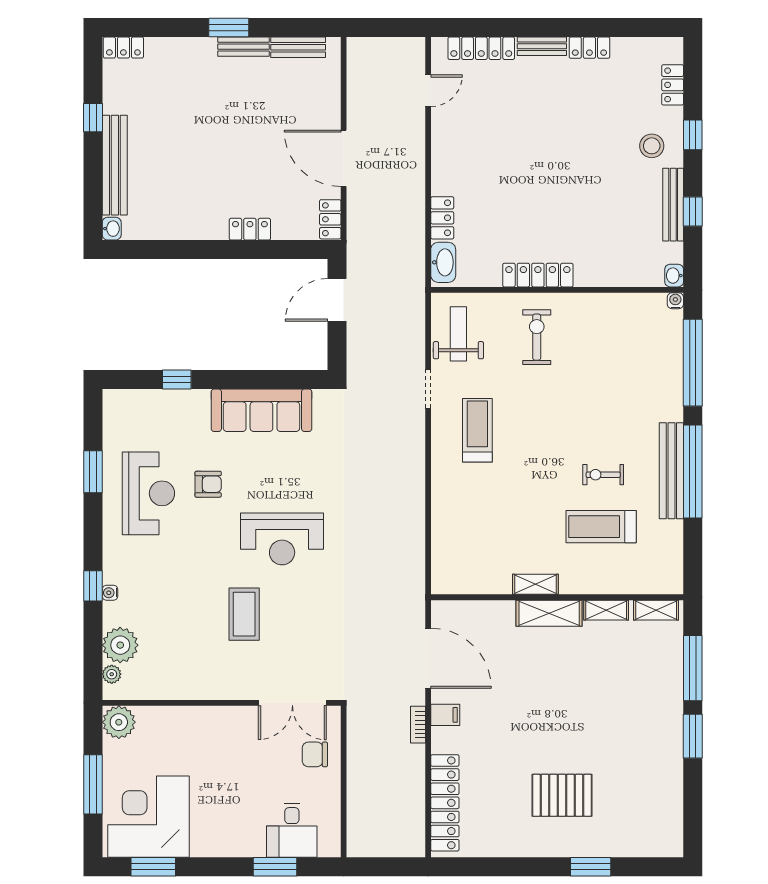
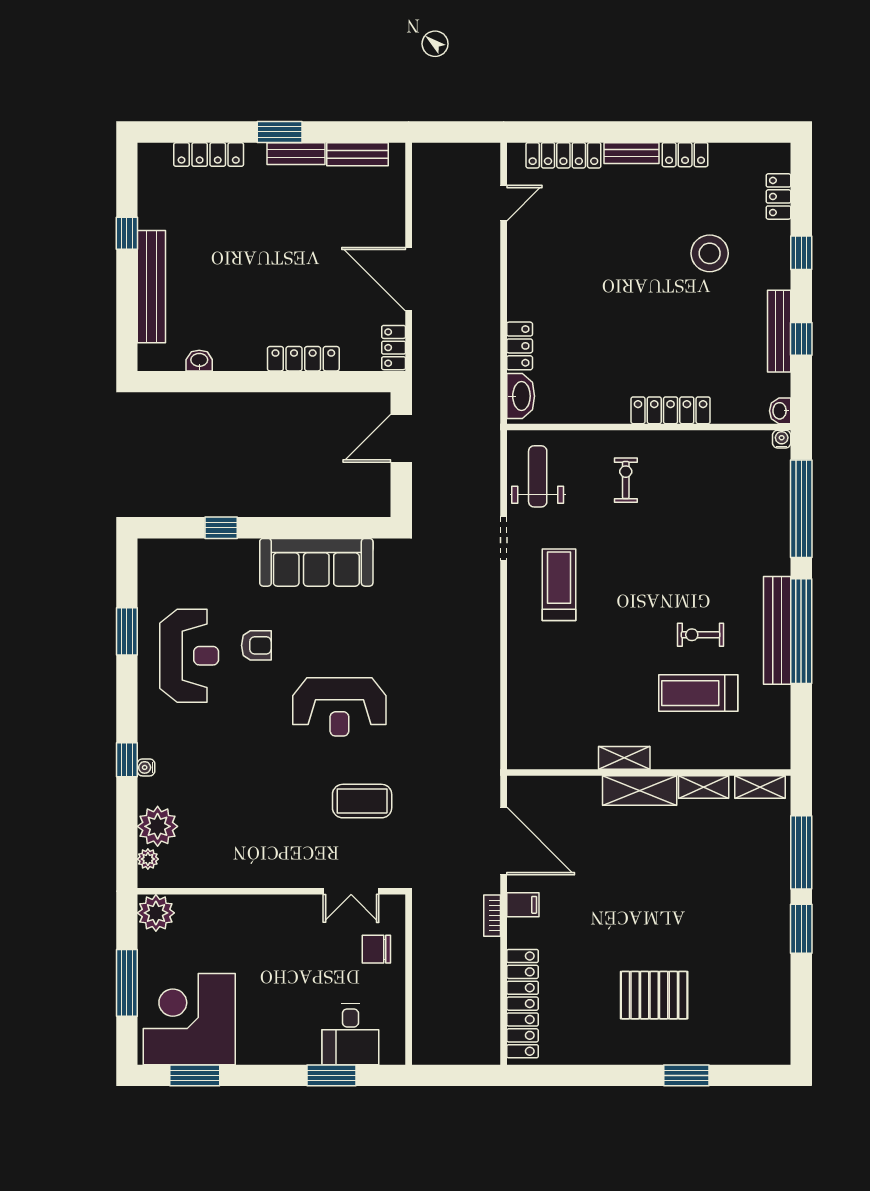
locker: (123, 48) -> (209, 155), moved, width x1.53
stool: (652, 146) -> (710, 253), moved, width x1.38, depth x1.38
washbasin: (112, 229) -> (199, 361), moved, turned -90
locker: (250, 229) -> (303, 359), width x1.53
locker: (538, 275) -> (671, 410), moved
exercise bike: (537, 337) -> (626, 480), width x0.73, depth x0.72
coffee table: (244, 614) -> (362, 801), moved, turned 90
double door: (292, 703) -> (351, 891), width x0.73

